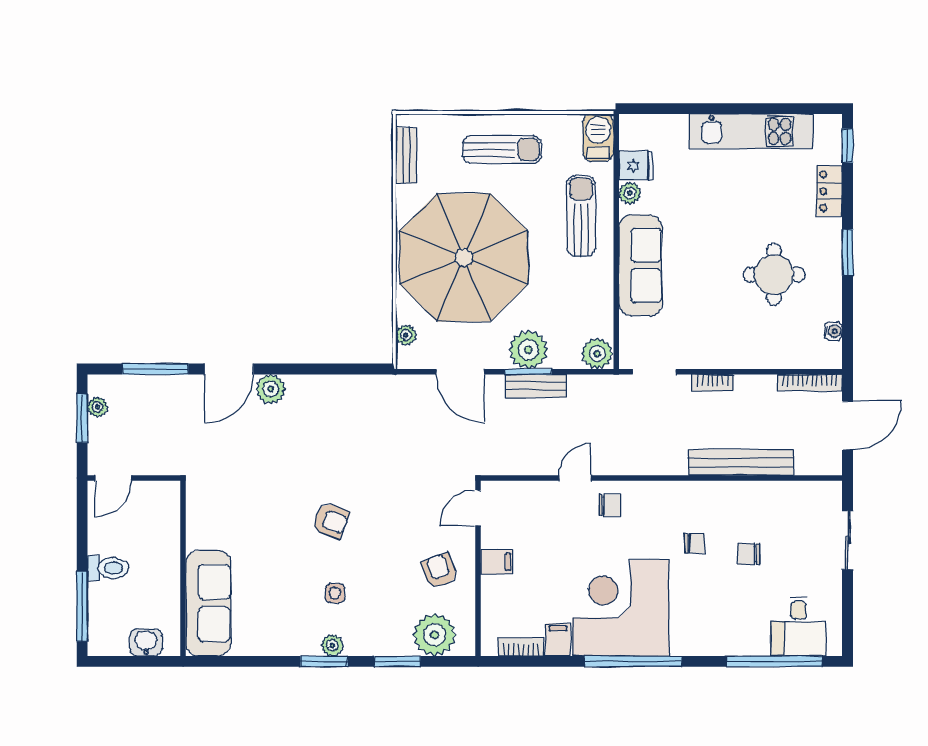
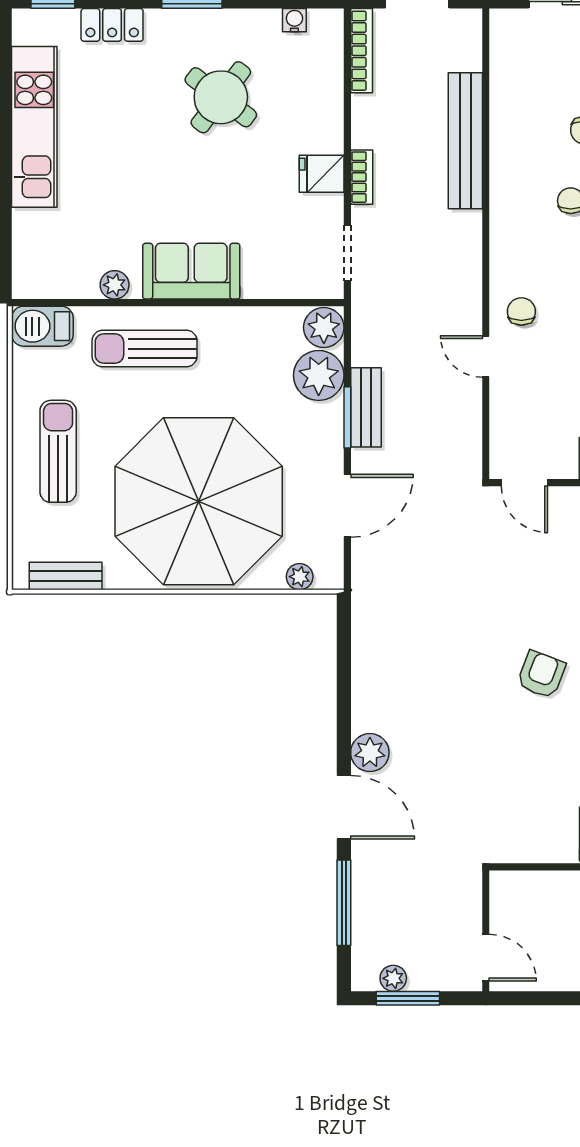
fridge: (636, 166) -> (322, 174), moved, turned -90
sofa: (640, 265) -> (191, 271), width x0.73
round table: (774, 275) -> (221, 97), turned 37
plant: (528, 350) -> (319, 375), moved

